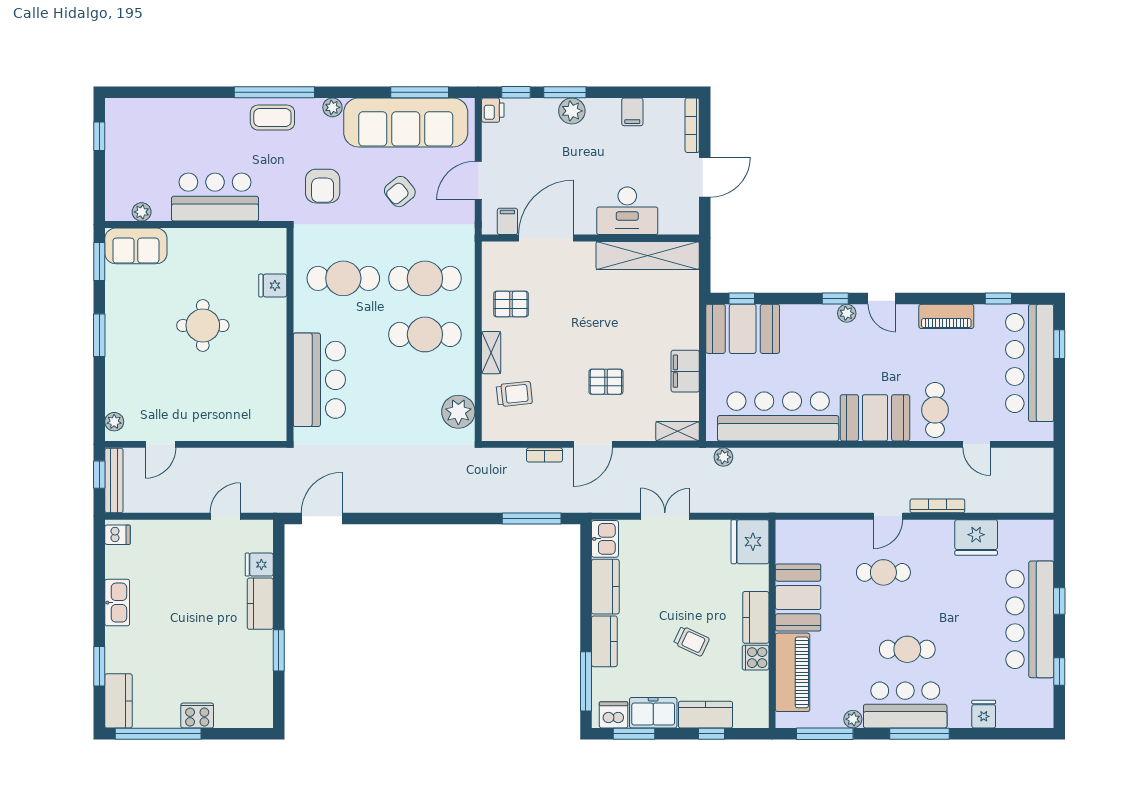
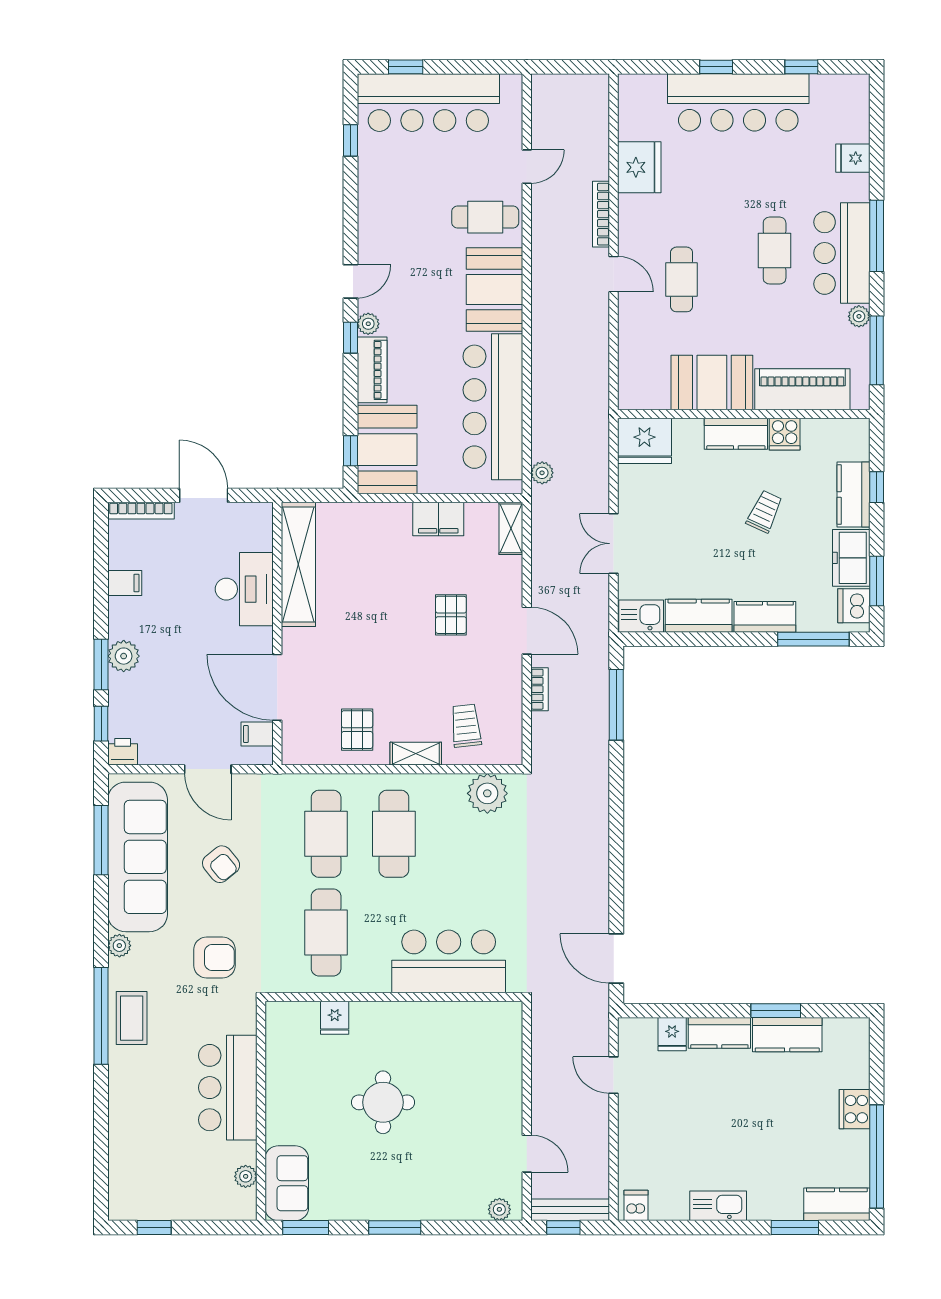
piano: (946, 316) -> (372, 370), moved
kitchen counter: (259, 660) -> (787, 1035), added

